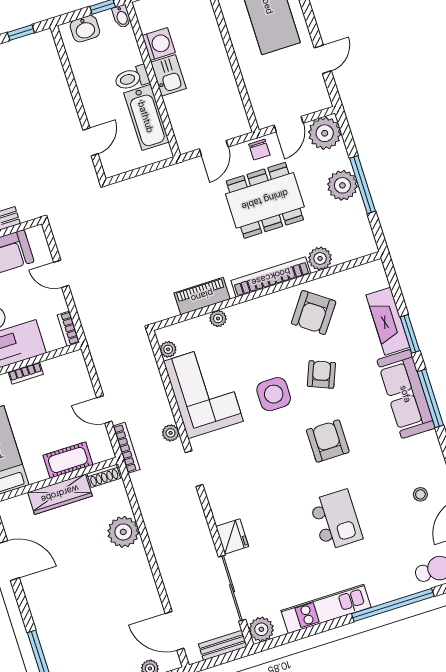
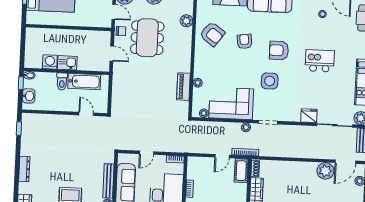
bookcase: (271, 277) -> (187, 49), removed
armchair: (321, 374) -> (244, 41), turned 61
side table: (274, 394) -> (270, 81), moved
cot: (68, 460) -> (241, 171), moved
plant: (123, 532) -> (325, 171), moved

